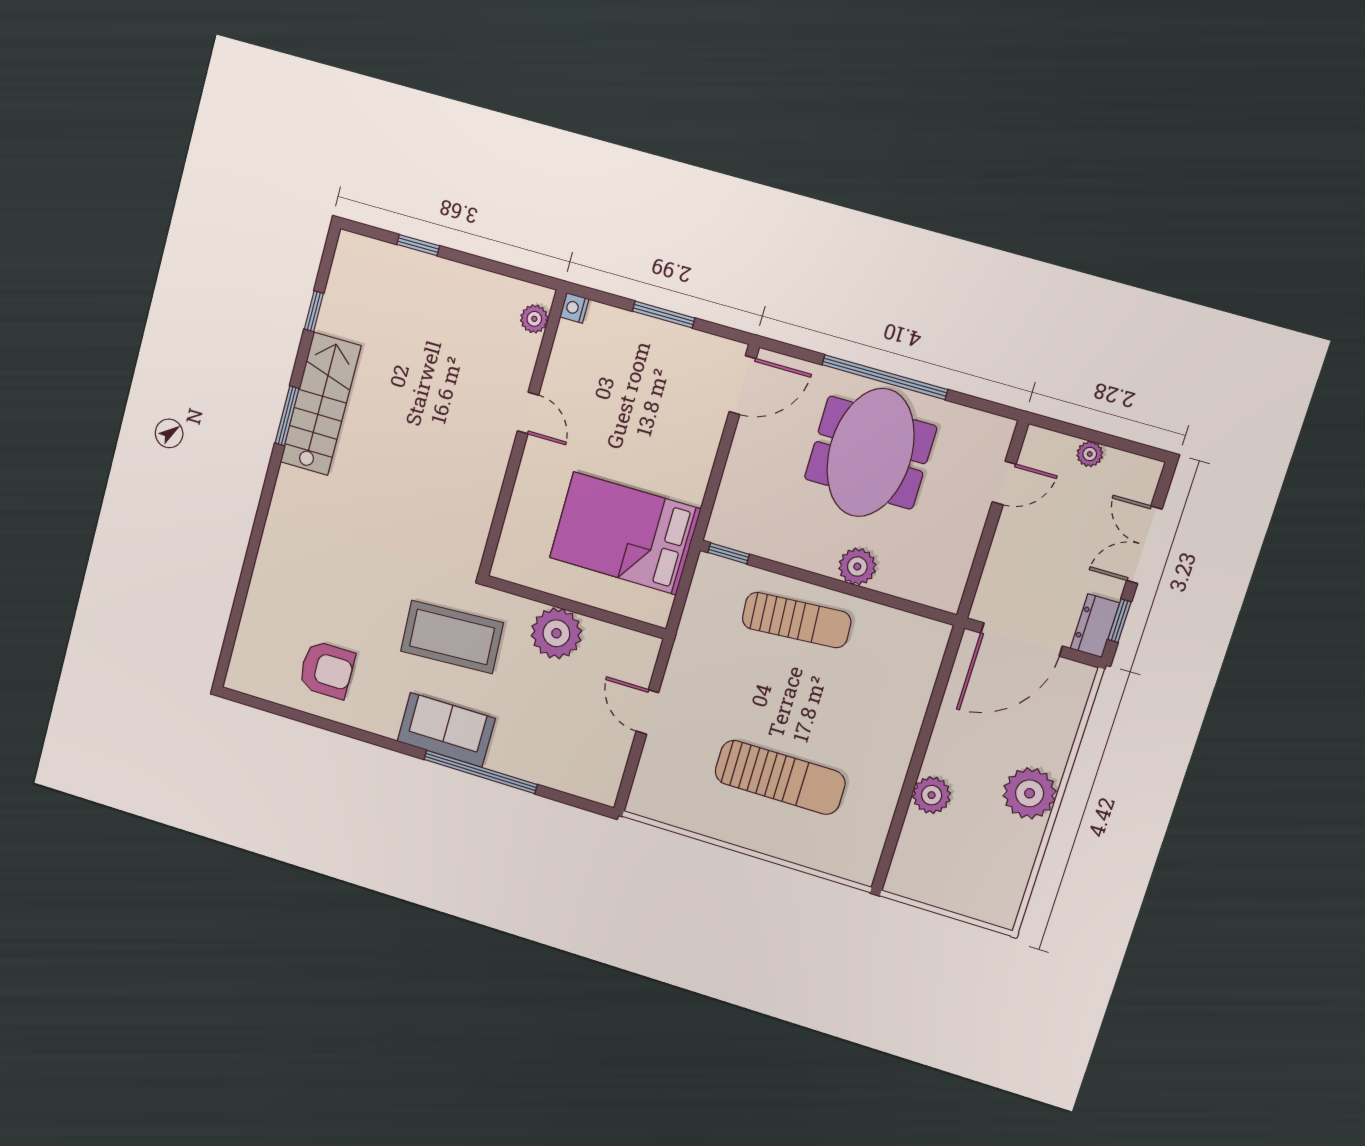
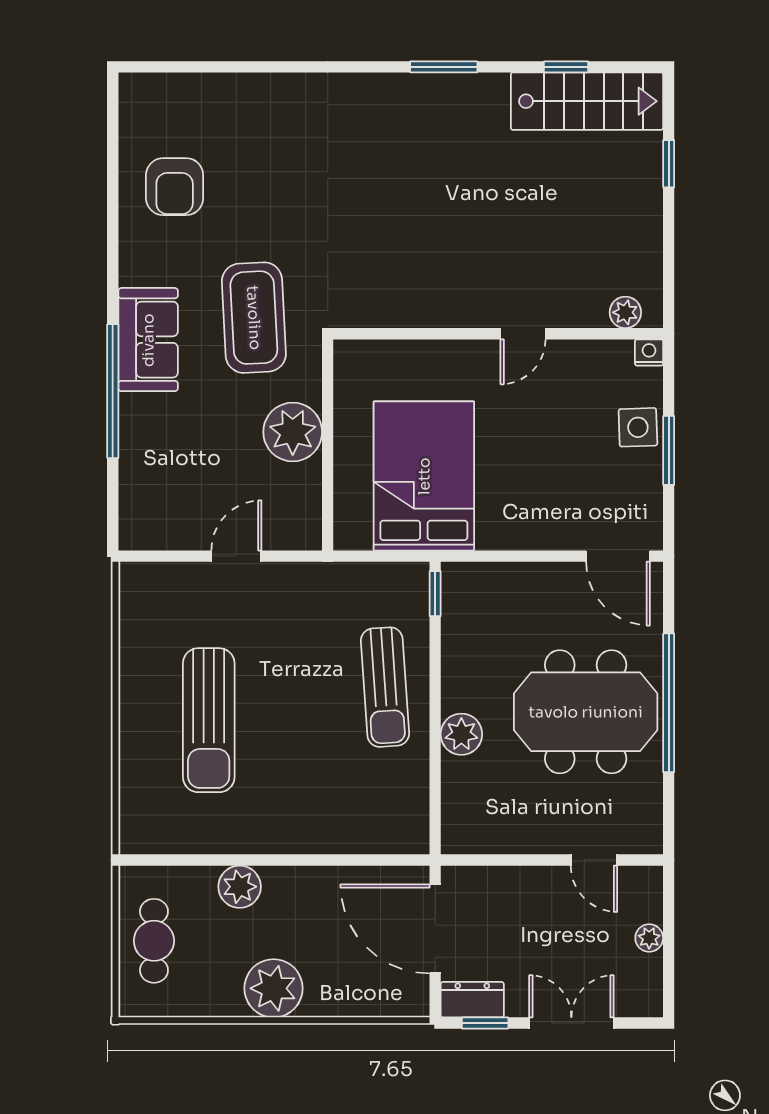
side table: (636, 336) -> (638, 427), added
stairs: (321, 404) -> (587, 101), moved
cafe table: (956, 881) -> (154, 941), added

